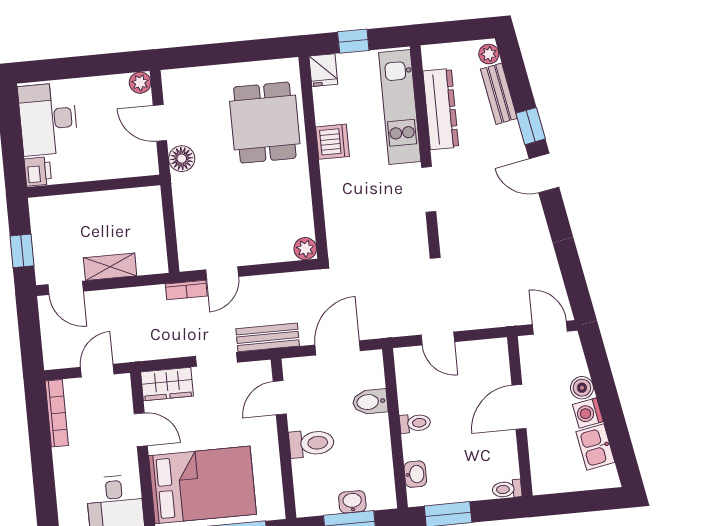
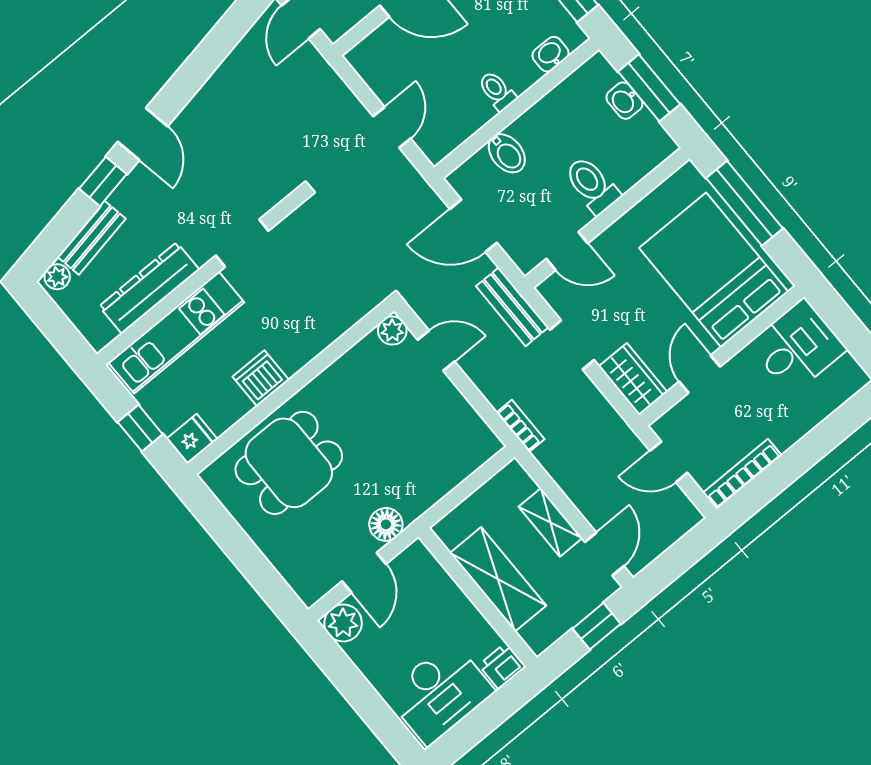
plant: (140, 83) -> (343, 623), width x1.38, depth x1.38
shelving: (96, 207) -> (498, 579), added
door: (222, 273) -> (436, 351), moved

